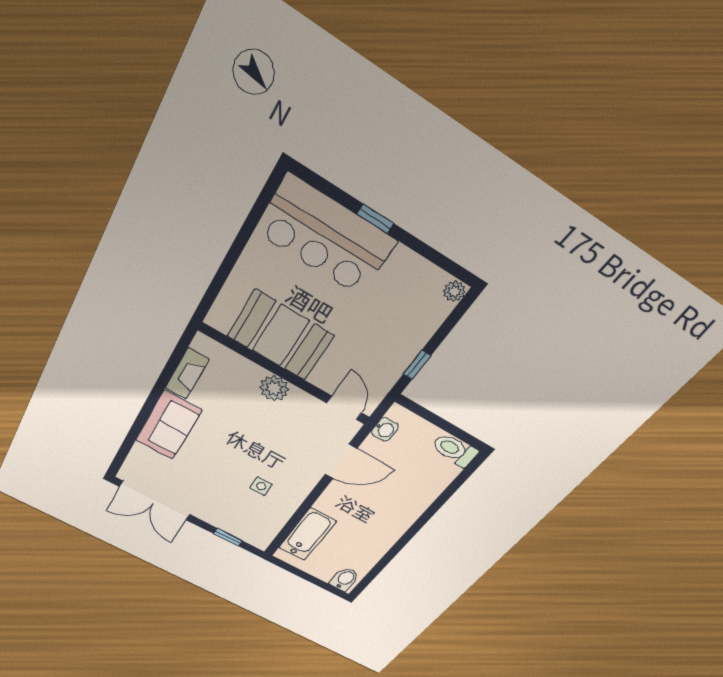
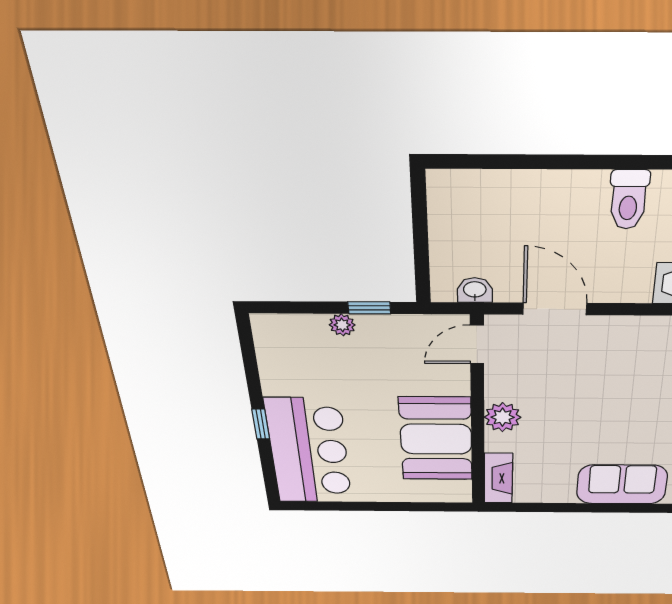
plant: (454, 291) -> (342, 325), moved
fireplace: (187, 374) -> (498, 478), moved, turned 90
toilet: (455, 450) -> (629, 200), moved
side table: (261, 486) -> (653, 369), removed

